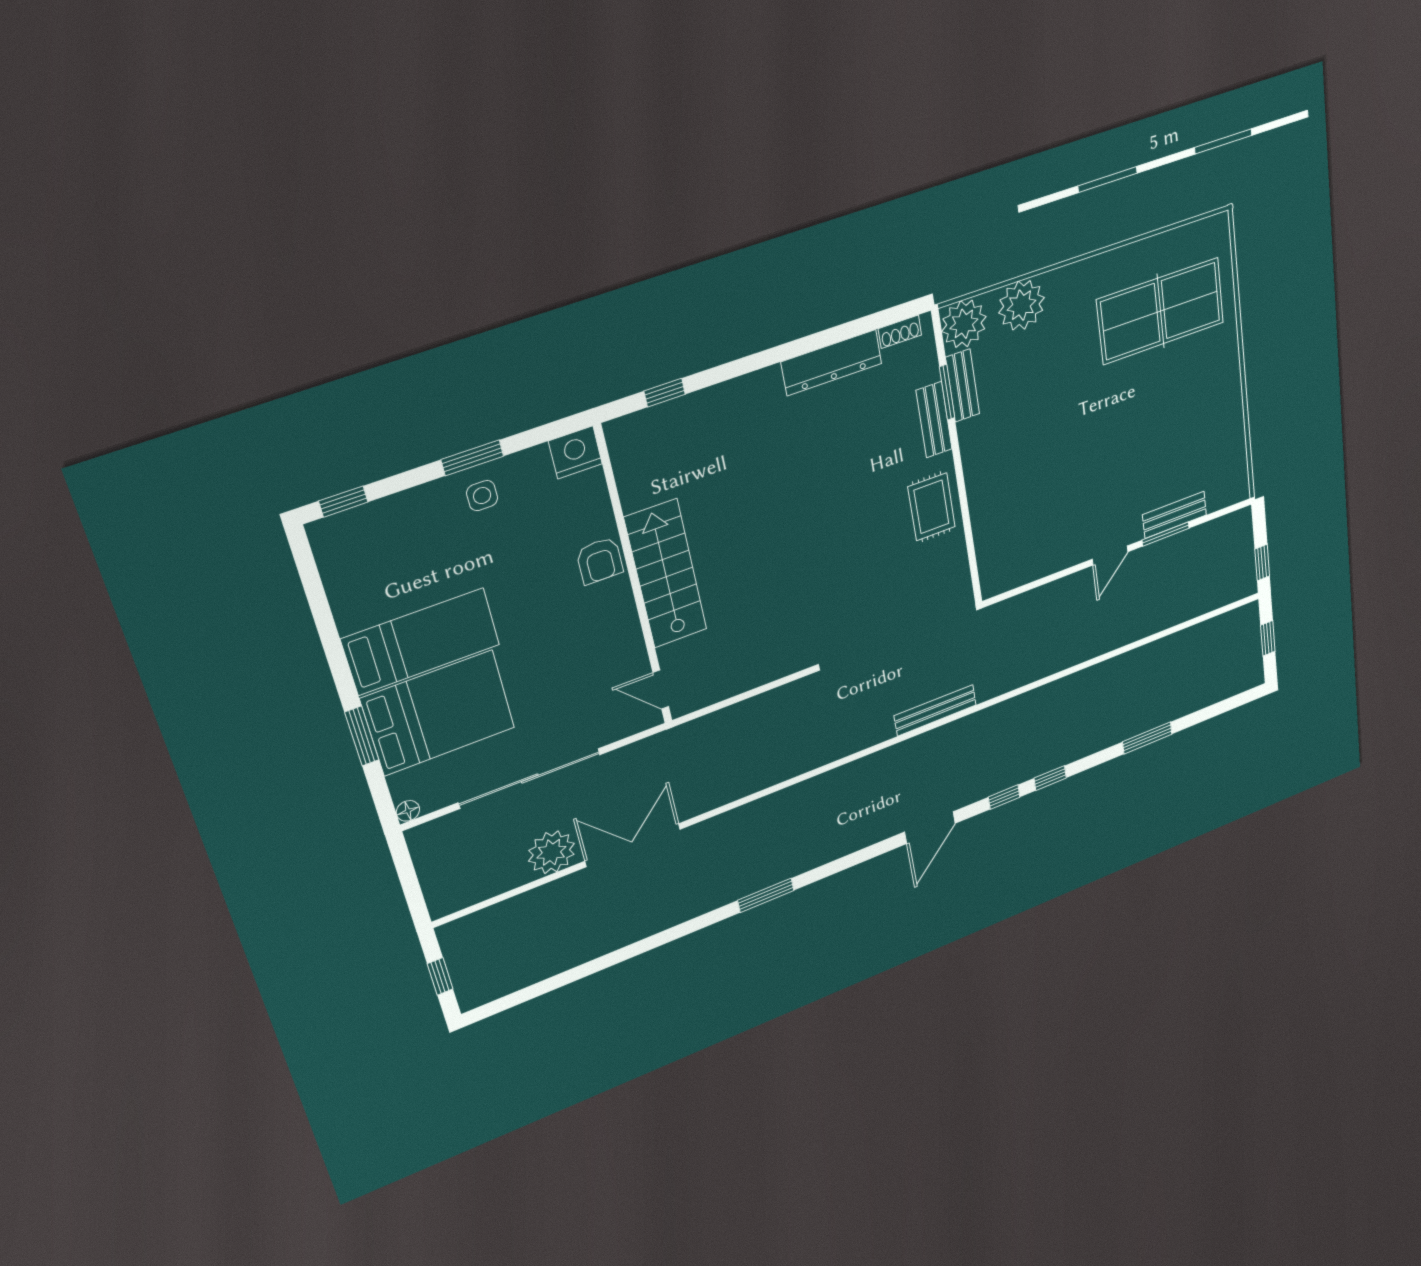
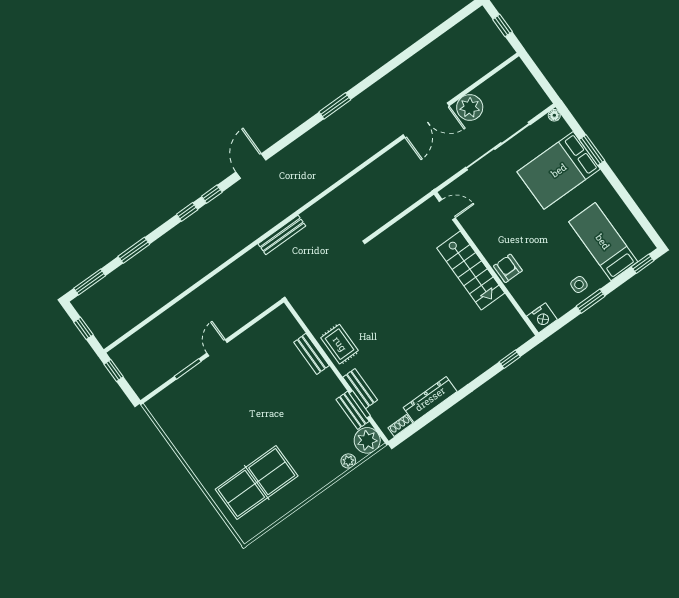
plant: (1021, 305) -> (348, 461), width x0.53, depth x0.53
bench: (1175, 515) -> (311, 354), moved, turned 90
bed: (421, 642) -> (603, 242), moved, turned 90
window: (1226, 705) -> (90, 282), added

